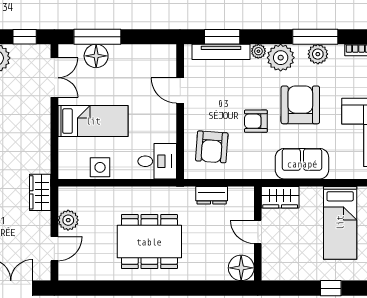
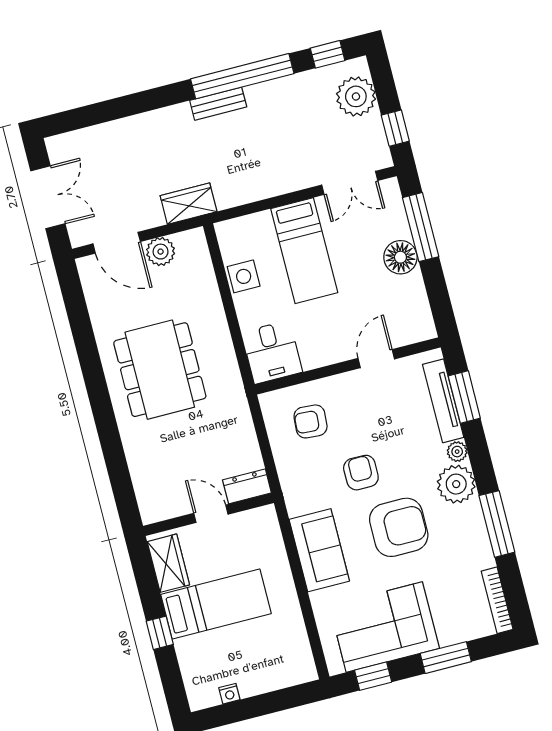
plant: (318, 54) -> (474, 533), removed
floor lamp: (96, 56) -> (400, 257), moved
armchair: (212, 147) -> (311, 421), width x0.72, depth x0.72
dresser: (212, 195) -> (247, 486), moved, turned 90
wardrobe: (280, 197) -> (168, 563), moved, turned 180
bed: (340, 223) -> (216, 604), moved, turned 180
door: (258, 232) -> (211, 514), hinge flipped
door: (54, 249) -> (117, 243), width x1.38
floor lamp: (241, 268) -> (156, 504), removed

